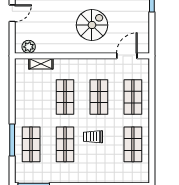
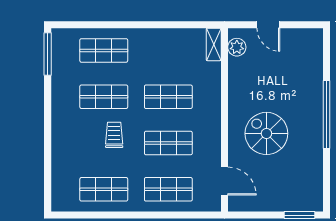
door: (12, 13) -> (268, 25), moved
spiral stairs: (92, 25) -> (266, 133), turned 180
shelving: (41, 64) -> (214, 44), moved
window: (12, 140) -> (110, 25), removed

